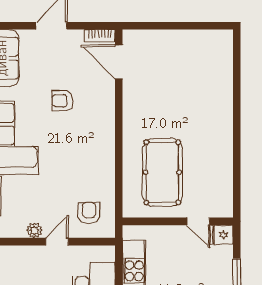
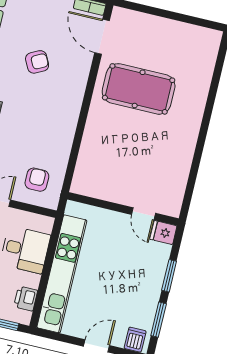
armchair: (62, 101) -> (37, 62), turned 153
pool table: (162, 172) -> (139, 89), moved, turned 90

